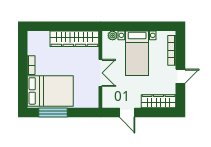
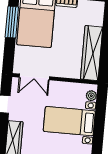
double door: (100, 73) -> (34, 77), moved

